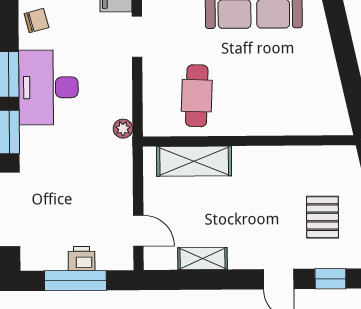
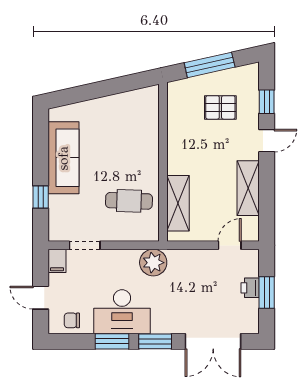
chair: (36, 21) -> (72, 320), turned -75
plant: (123, 129) -> (153, 263), width x1.88, depth x1.88
shelving: (203, 259) -> (248, 188), width x1.50, depth x1.33
window: (75, 281) -> (267, 293), width x0.69

